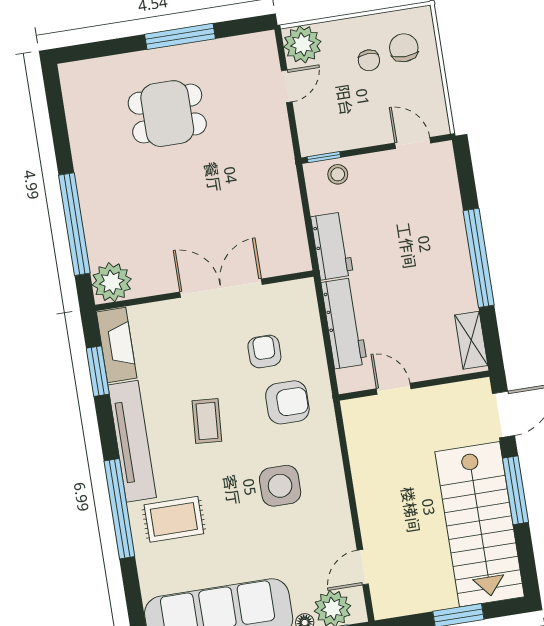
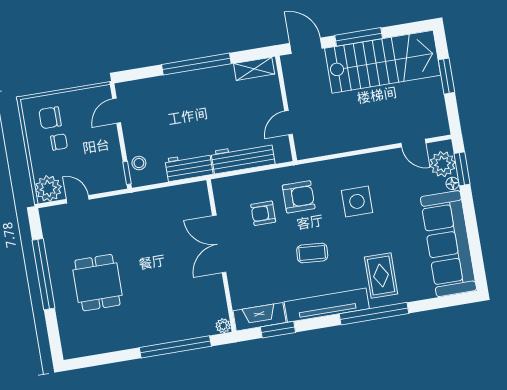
window: (180, 36) -> (44, 274), width x1.46
plant: (112, 282) -> (223, 326), width x0.53, depth x0.53
armchair: (287, 402) -> (299, 197), turned 90

